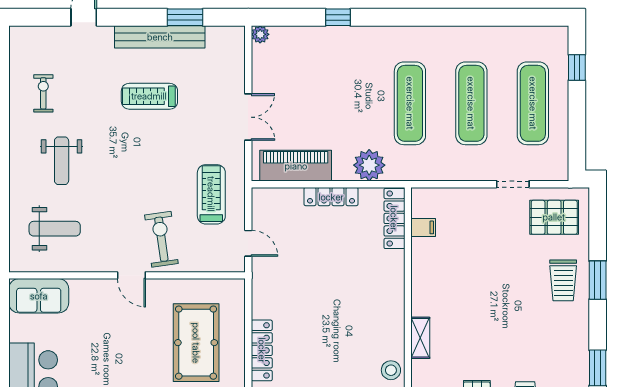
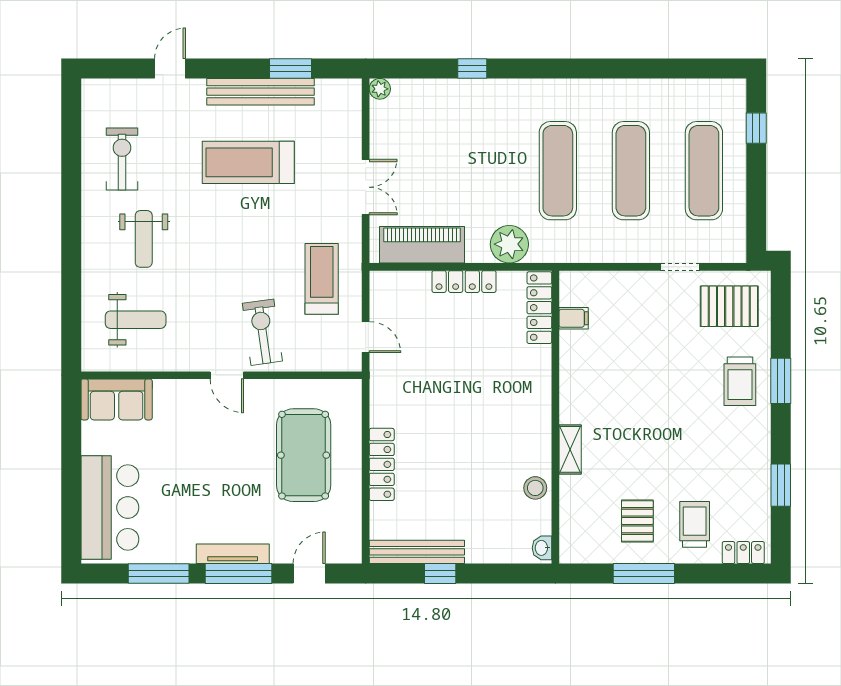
exercise bike: (43, 93) -> (122, 159), width x1.38, depth x1.39
treadmill: (149, 96) -> (248, 162), width x1.37, depth x1.38

